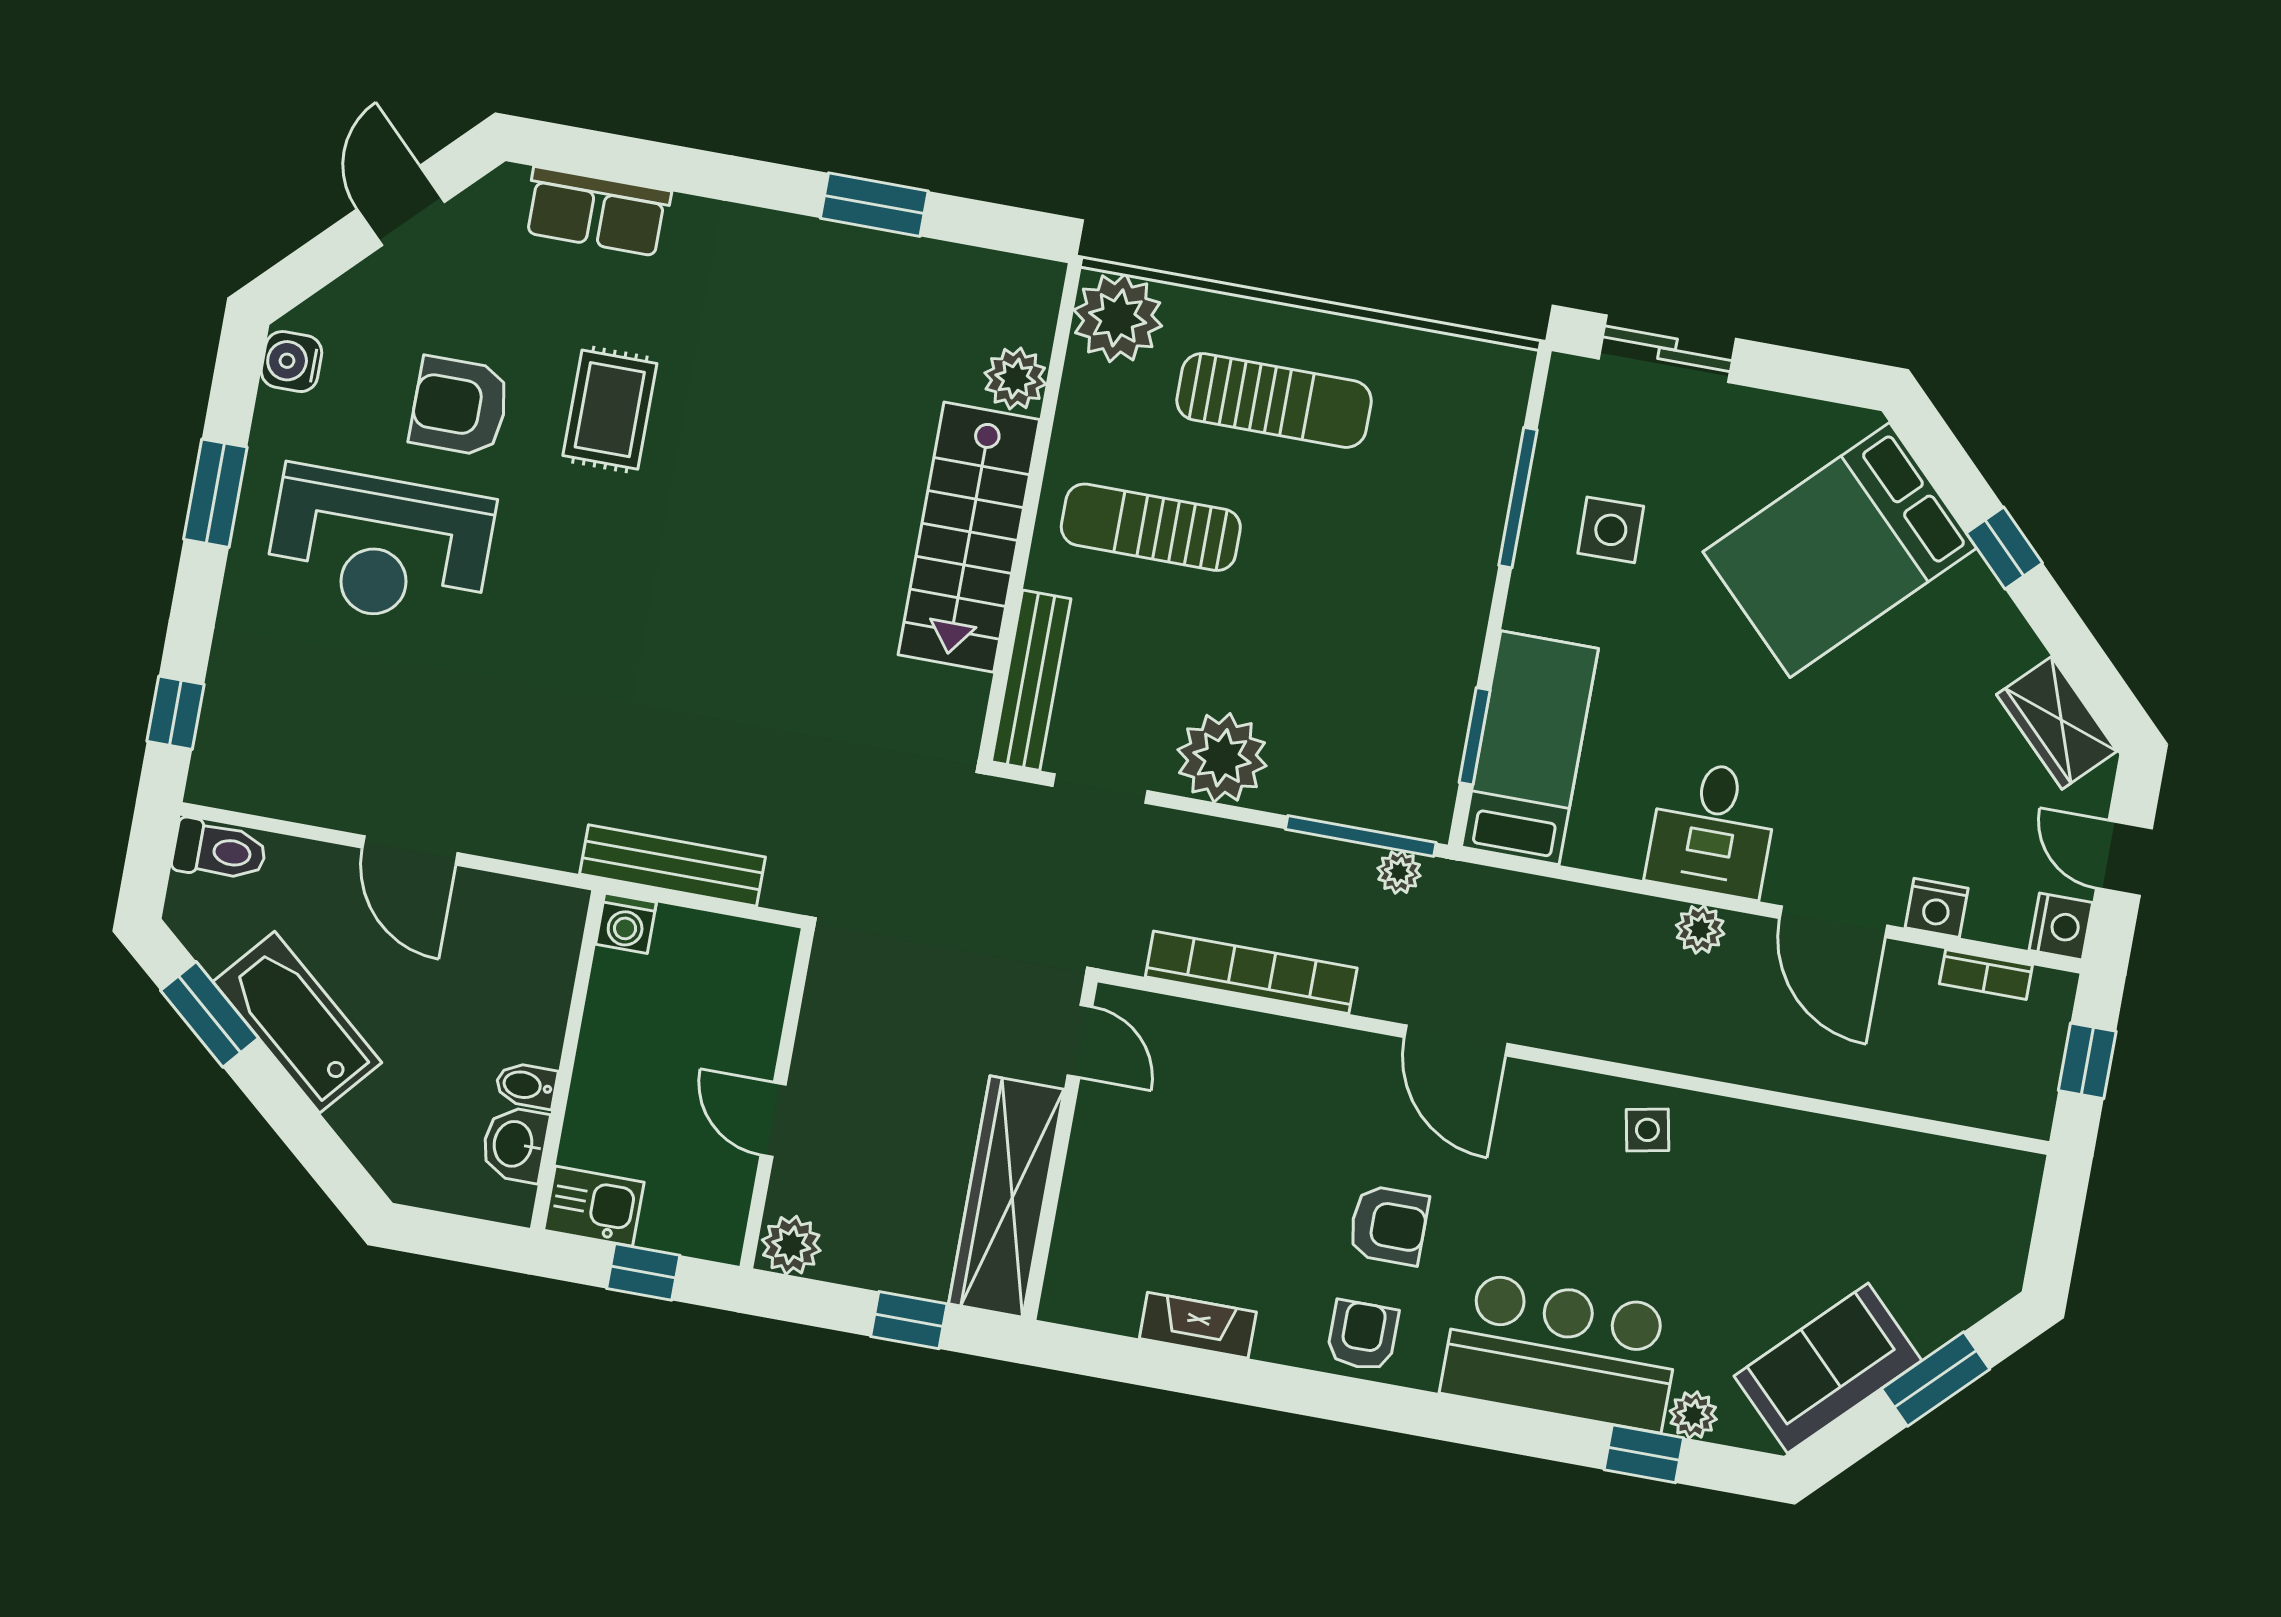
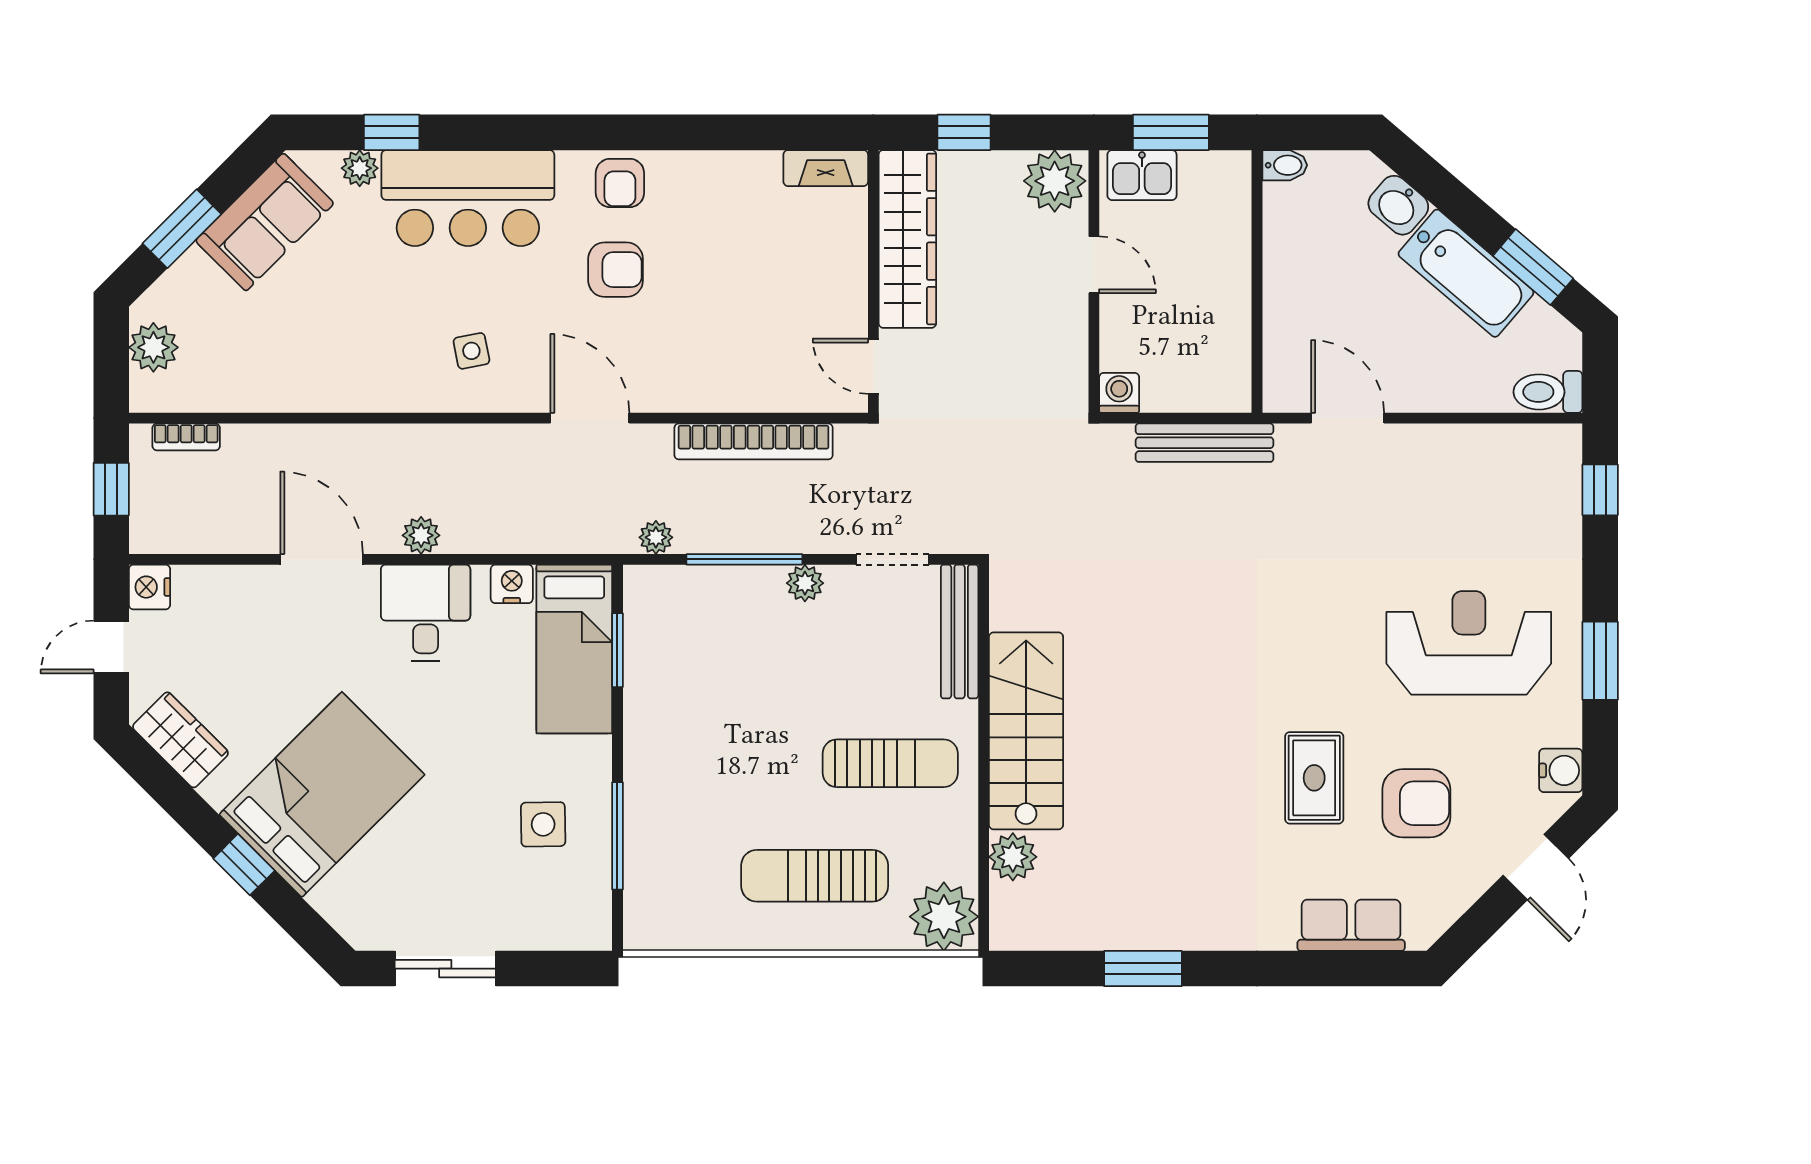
door: (401, 206) -> (1536, 867), moved
sliding door: (1667, 349) -> (445, 969), moved
armchair: (460, 406) -> (1416, 803), moved
bed: (1840, 550) -> (322, 795), moved
plant: (1222, 758) -> (805, 583), width x0.53, depth x0.53
window: (1361, 836) -> (744, 559), moved
door: (410, 850) -> (1348, 418), moved
door: (2124, 858) -> (111, 647), swing flipped
nightstand: (1937, 908) -> (512, 584), moved
washing machine: (626, 923) -> (1119, 393), moved
bookcase: (1986, 975) -> (186, 437), moved, turned 180
bidet: (526, 1085) -> (1285, 165), moved
side table: (1647, 1130) -> (471, 351), moved
washbasin: (515, 1144) -> (1398, 205), moved, turned 131
kitchen sink: (594, 1206) -> (1142, 175), moved
armchair: (1388, 1225) -> (616, 270), turned 180
plant: (2000, 1233) -> (153, 347), added
plant: (791, 1245) -> (1055, 181), width x1.36, depth x1.36
window: (643, 1272) -> (1171, 132), width x1.50
fireplace: (1198, 1325) -> (826, 168), moved

